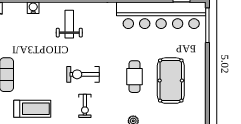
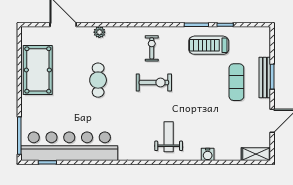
weight bench: (69, 24) -> (169, 137), turned 180
pool table: (171, 81) -> (38, 70), moved

